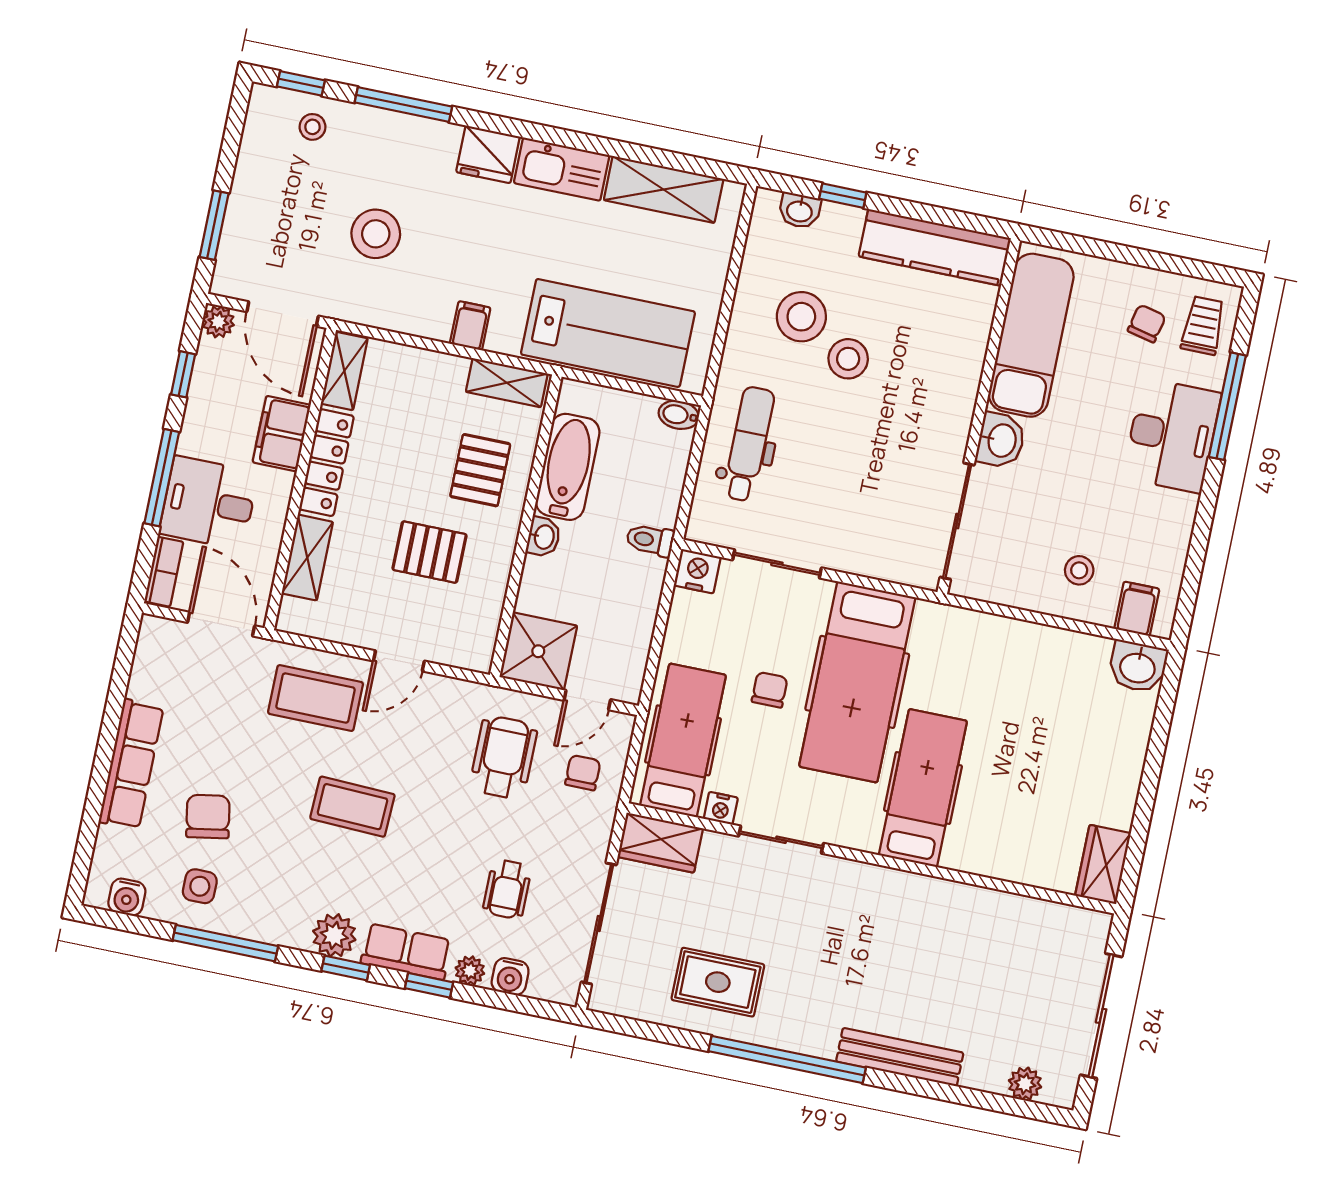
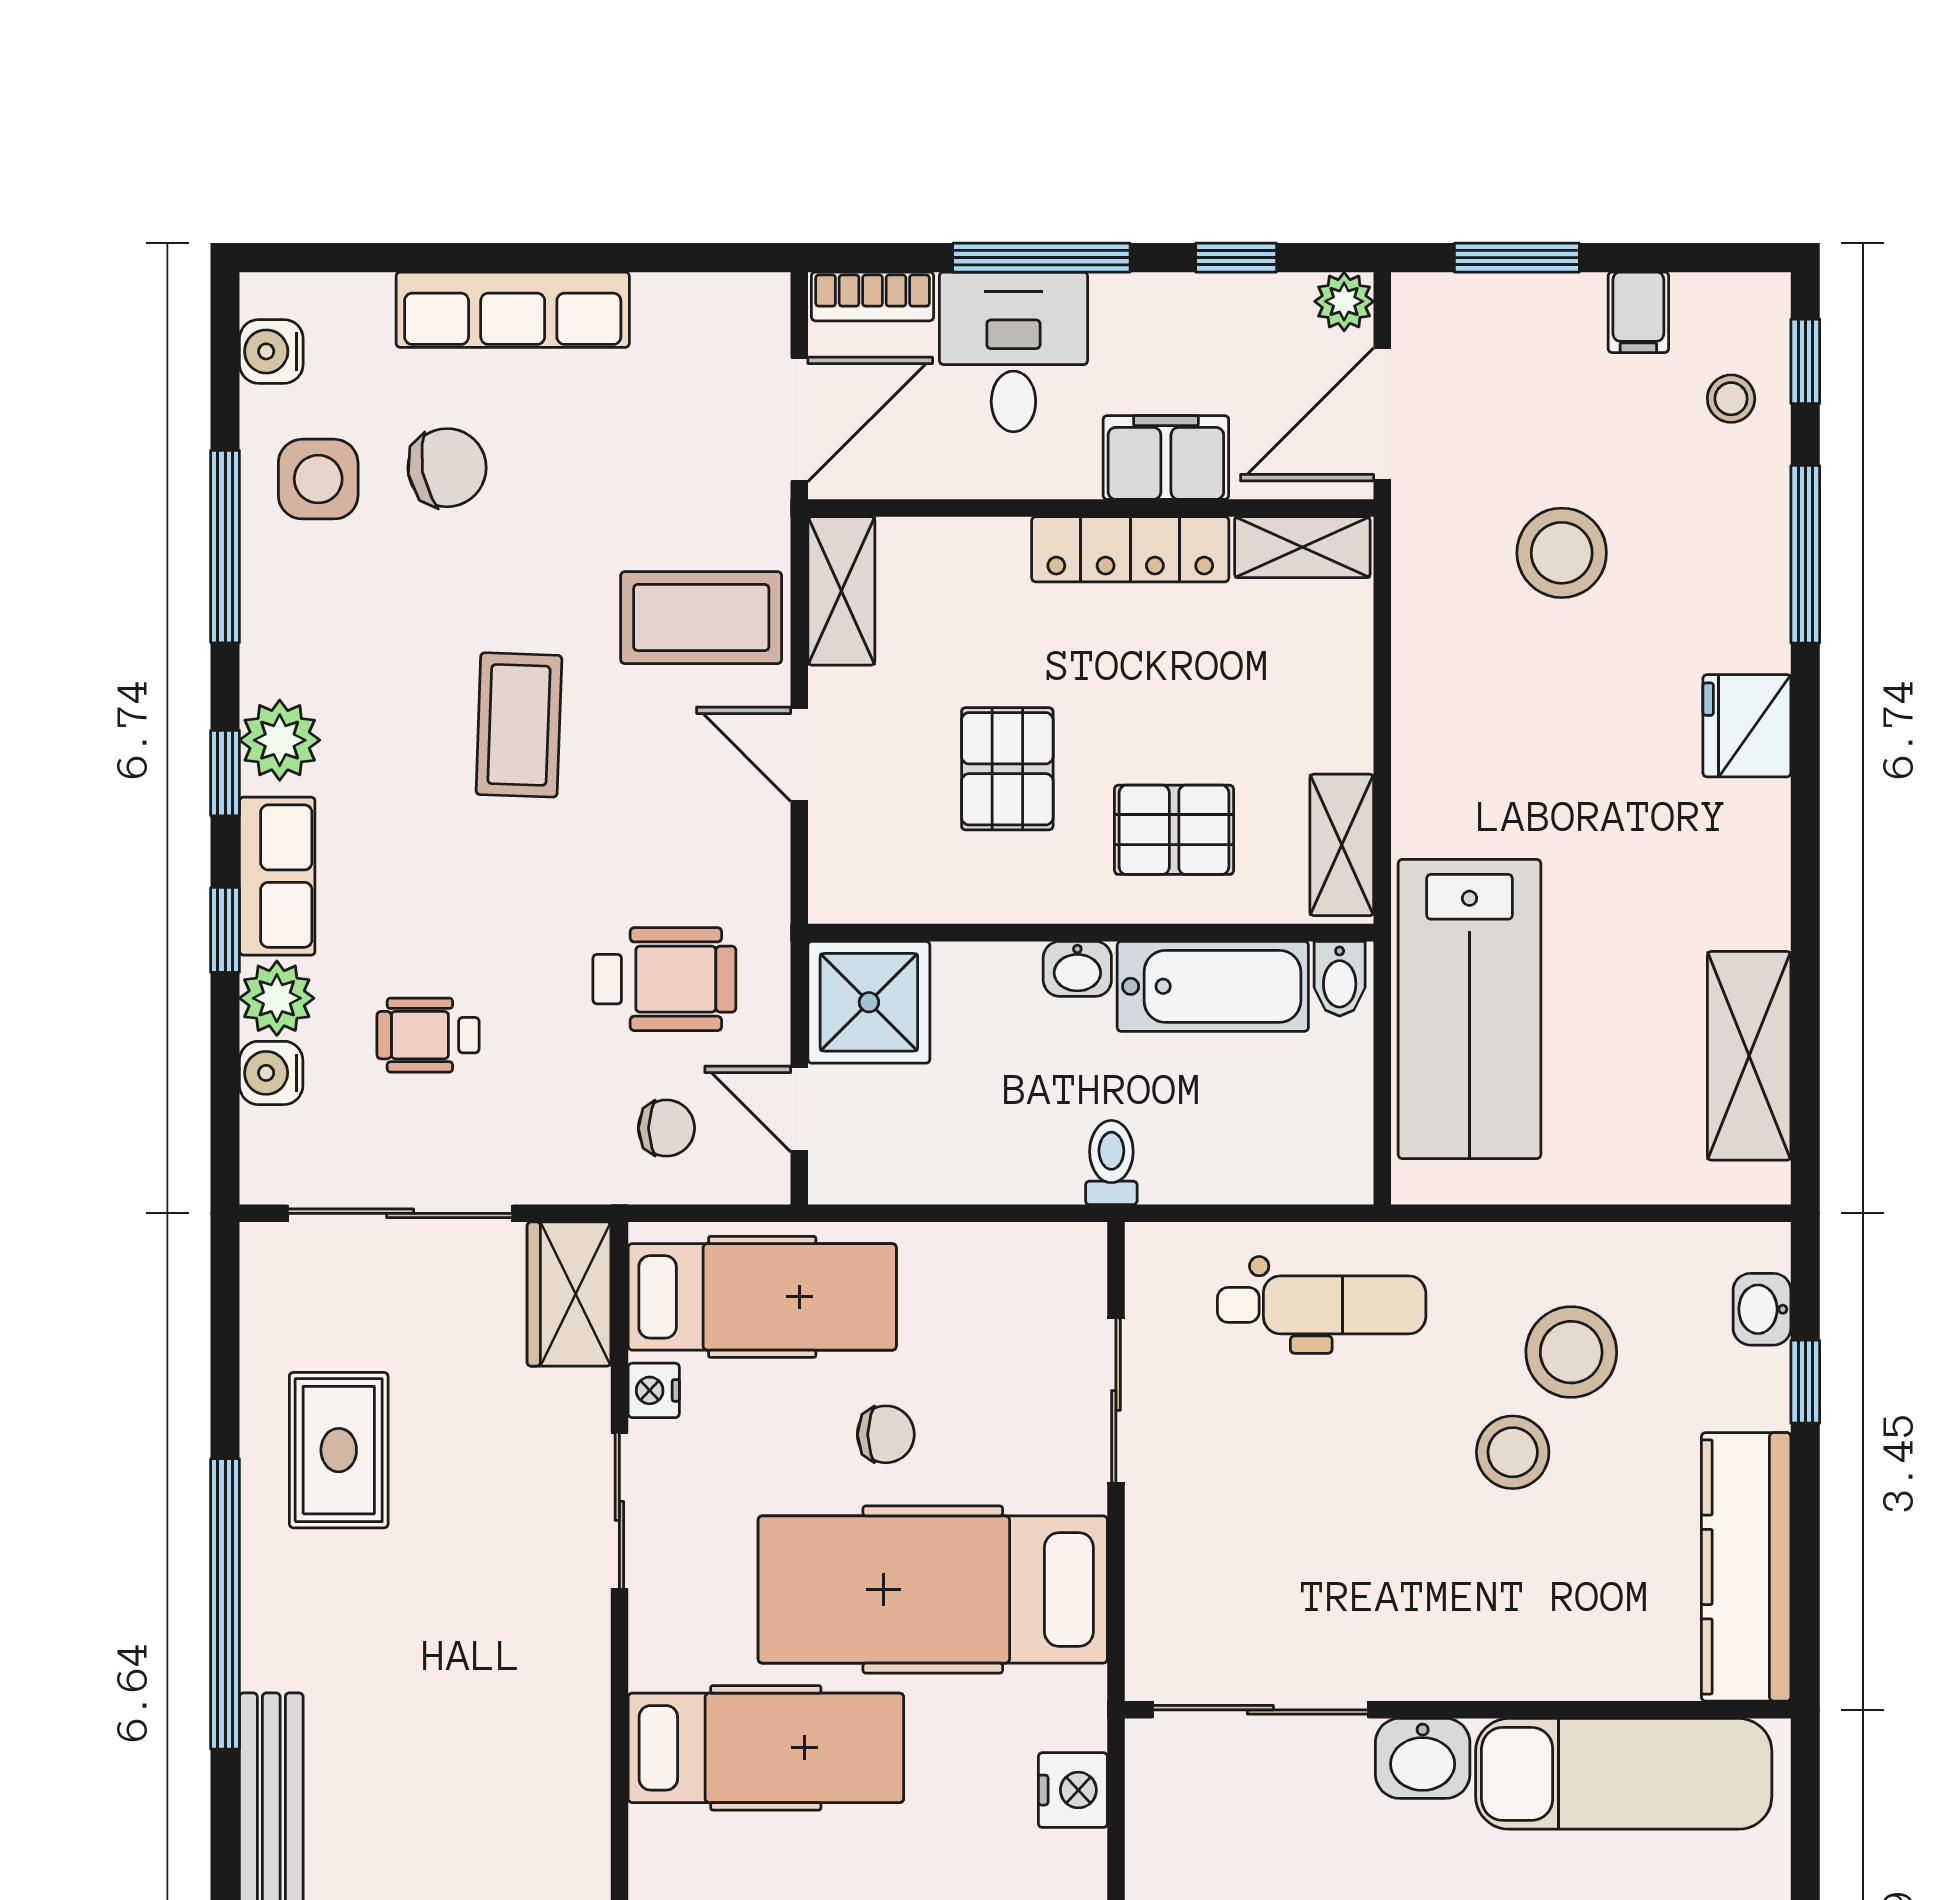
kitchen sink: (562, 169) -> (1748, 864), removed
filing cabinet: (470, 326) -> (1638, 312), moved, turned 90
bidet: (679, 415) -> (1340, 979), moved, turned 180
shelving: (307, 558) -> (841, 591), moved, turned 90
nightstand: (697, 571) -> (1073, 1790), moved
coffee table: (315, 698) -> (701, 618), turned 90
side table: (200, 886) -> (318, 479), width x1.37, depth x1.37
plant: (470, 971) -> (277, 998), width x1.38, depth x1.38

